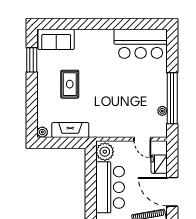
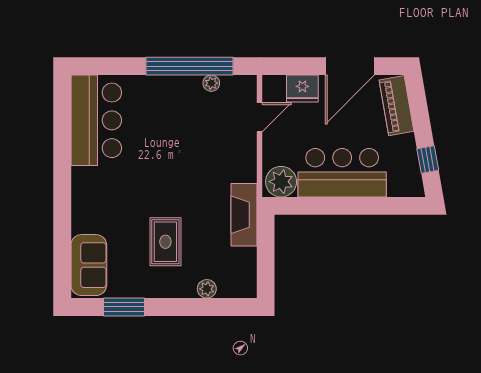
rug: (70, 84) -> (165, 242), turned 90
fireplace: (70, 130) -> (244, 215), moved
plant: (42, 132) -> (207, 289), moved

